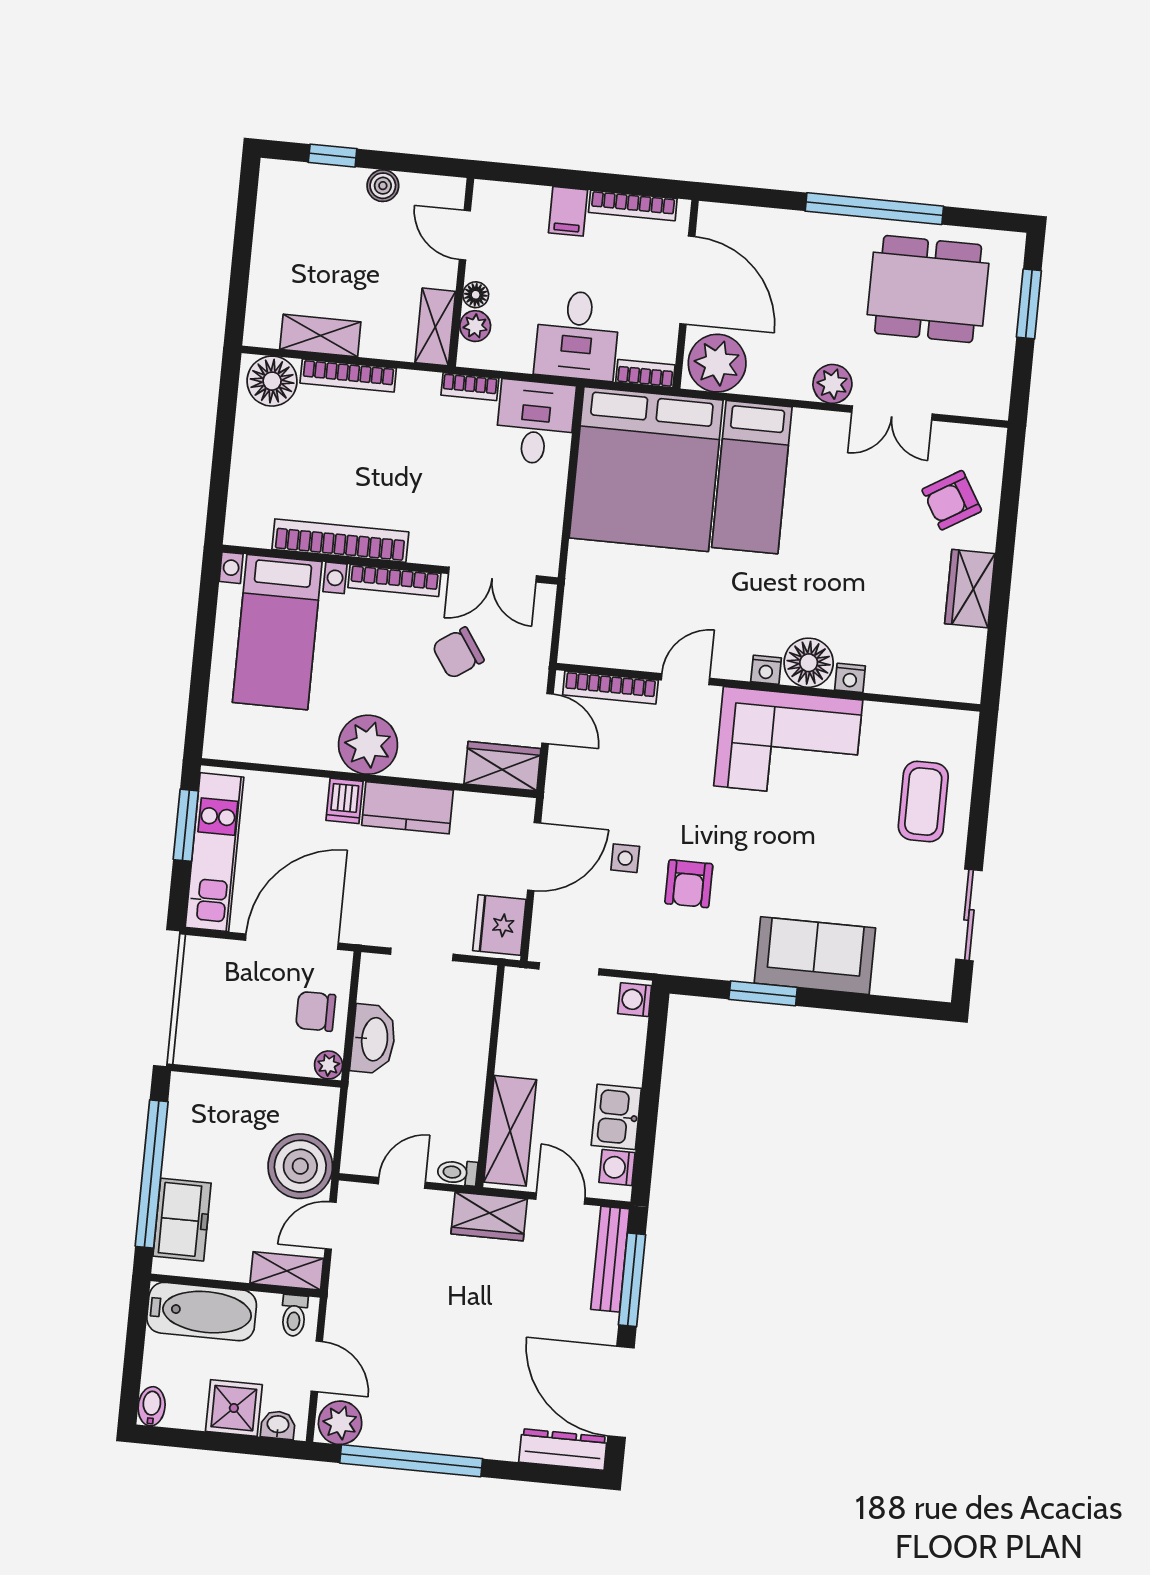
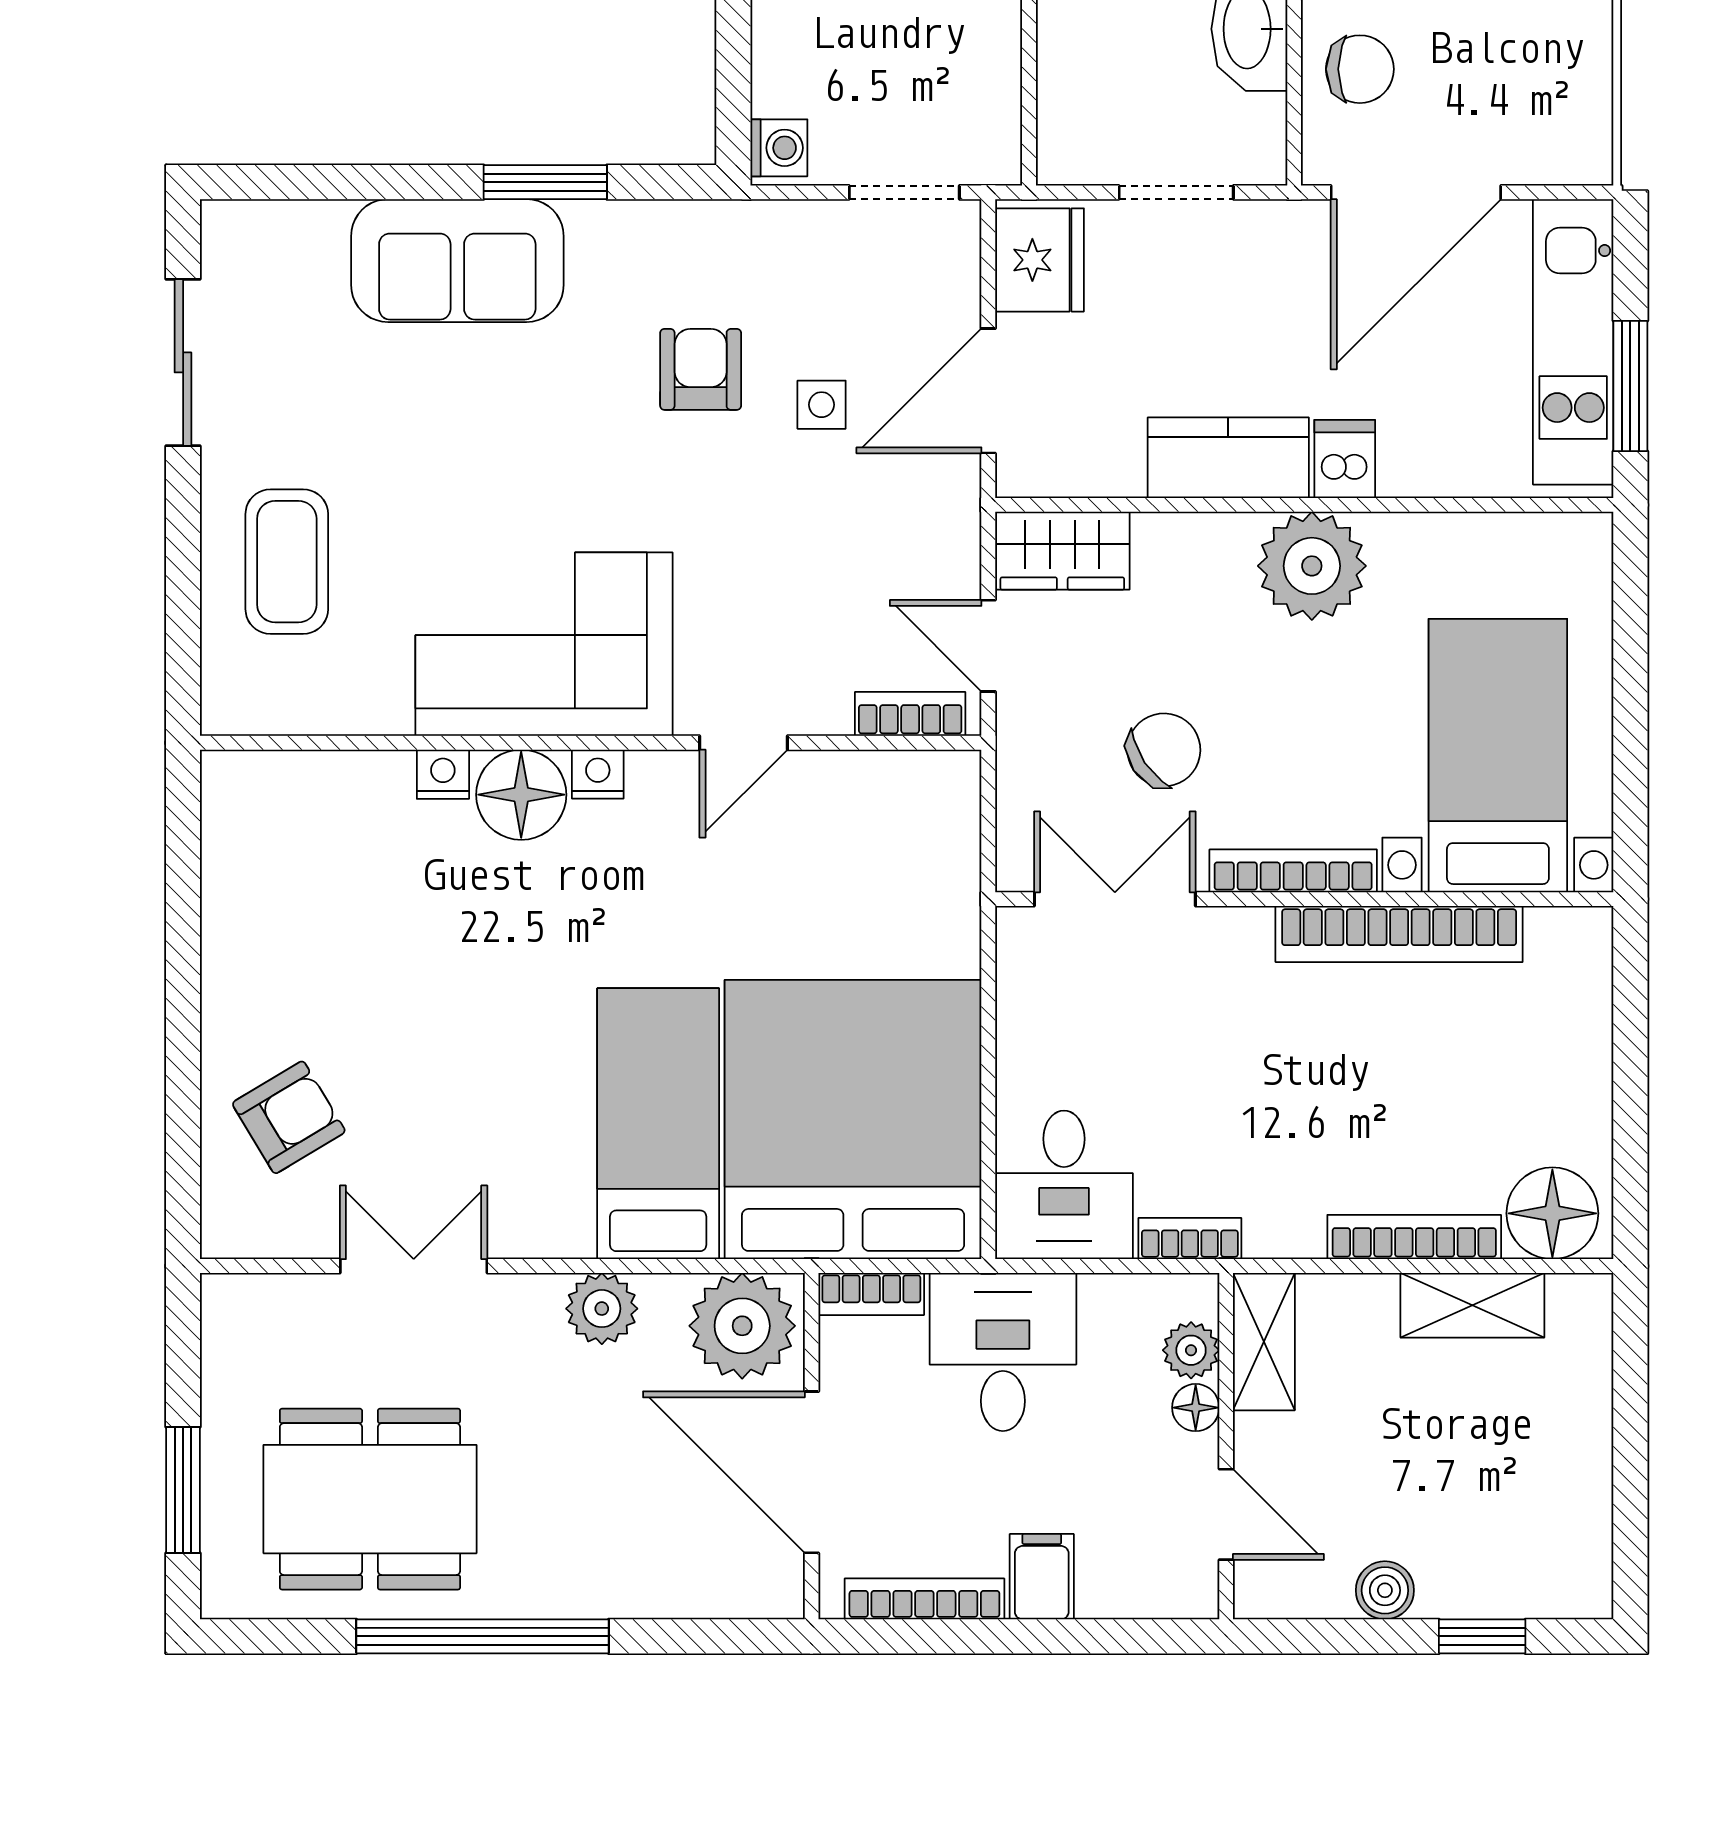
plant: (832, 384) -> (602, 1309), moved
wardrobe: (970, 589) -> (240, 959), removed
bookcase: (610, 687) -> (910, 714), width x0.64

